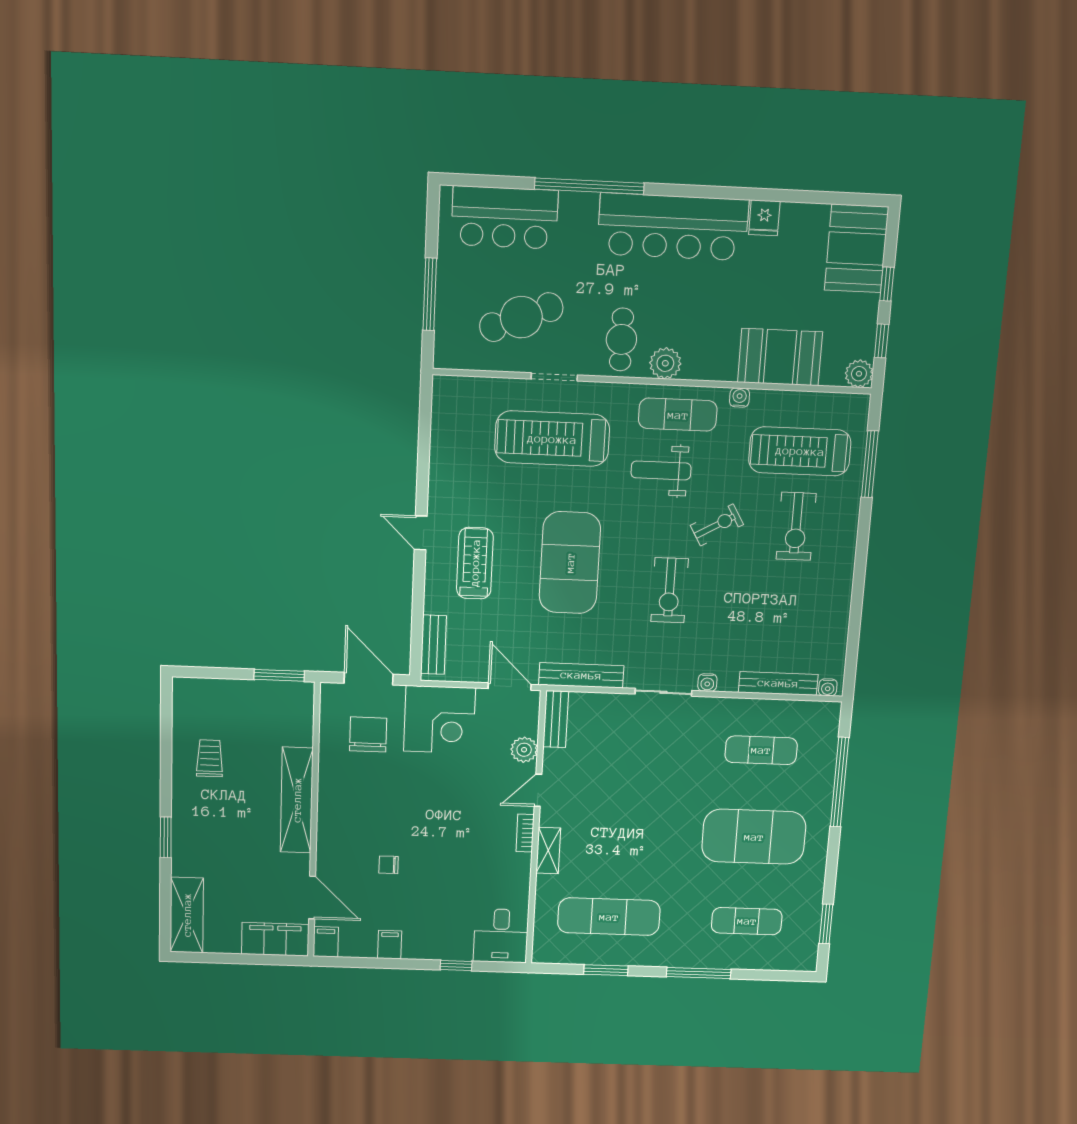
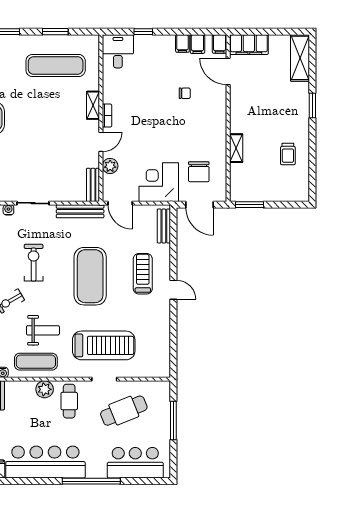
treadmill: (475, 563) -> (143, 274), turned 180
shelving: (297, 800) -> (236, 148), width x0.45, depth x0.75
filing cabinet: (364, 943) -> (197, 44), added

